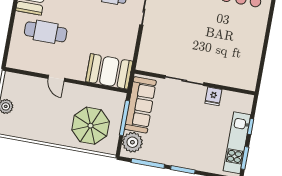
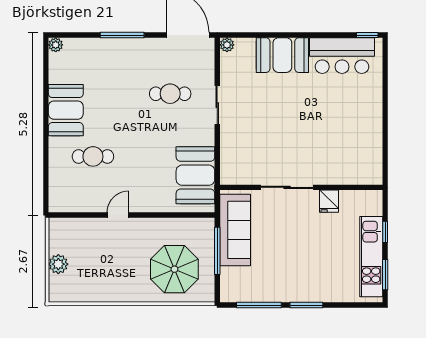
cafe table: (46, 32) -> (93, 156), width x0.73, depth x0.74
booth: (109, 71) -> (195, 175), moved, turned 90
door: (56, 78) -> (118, 215), swing flipped
plant: (132, 142) -> (234, 281), removed

